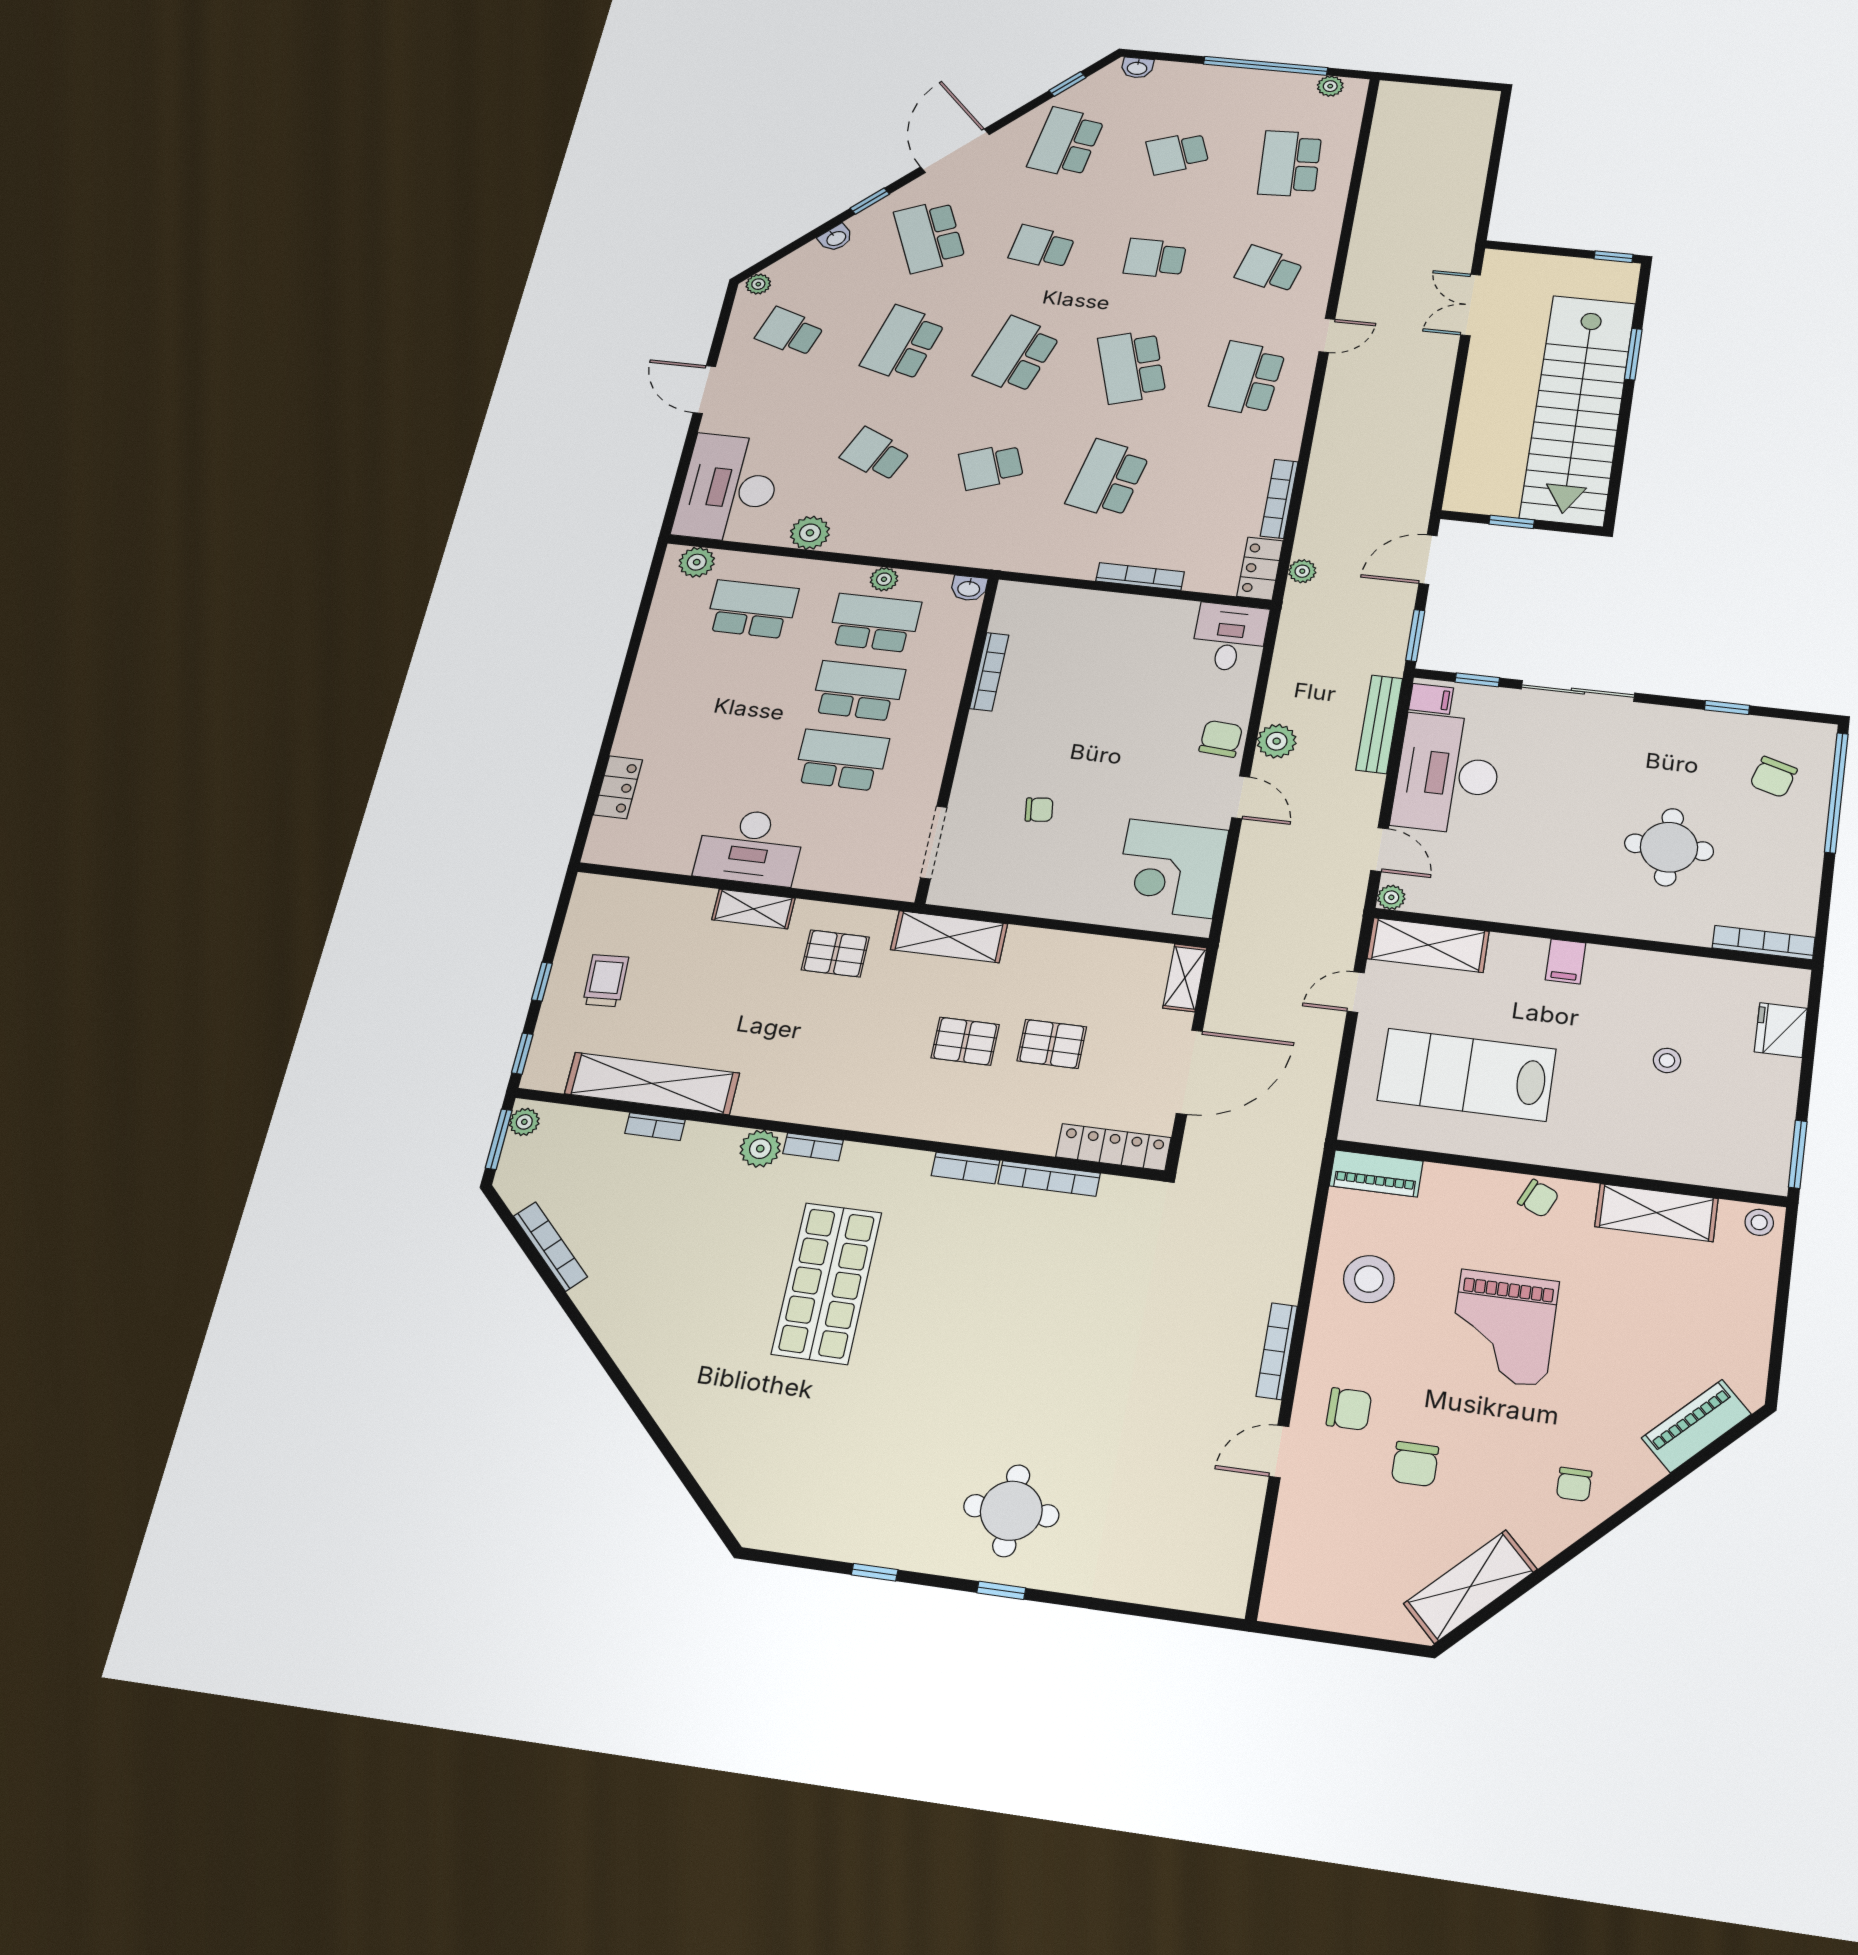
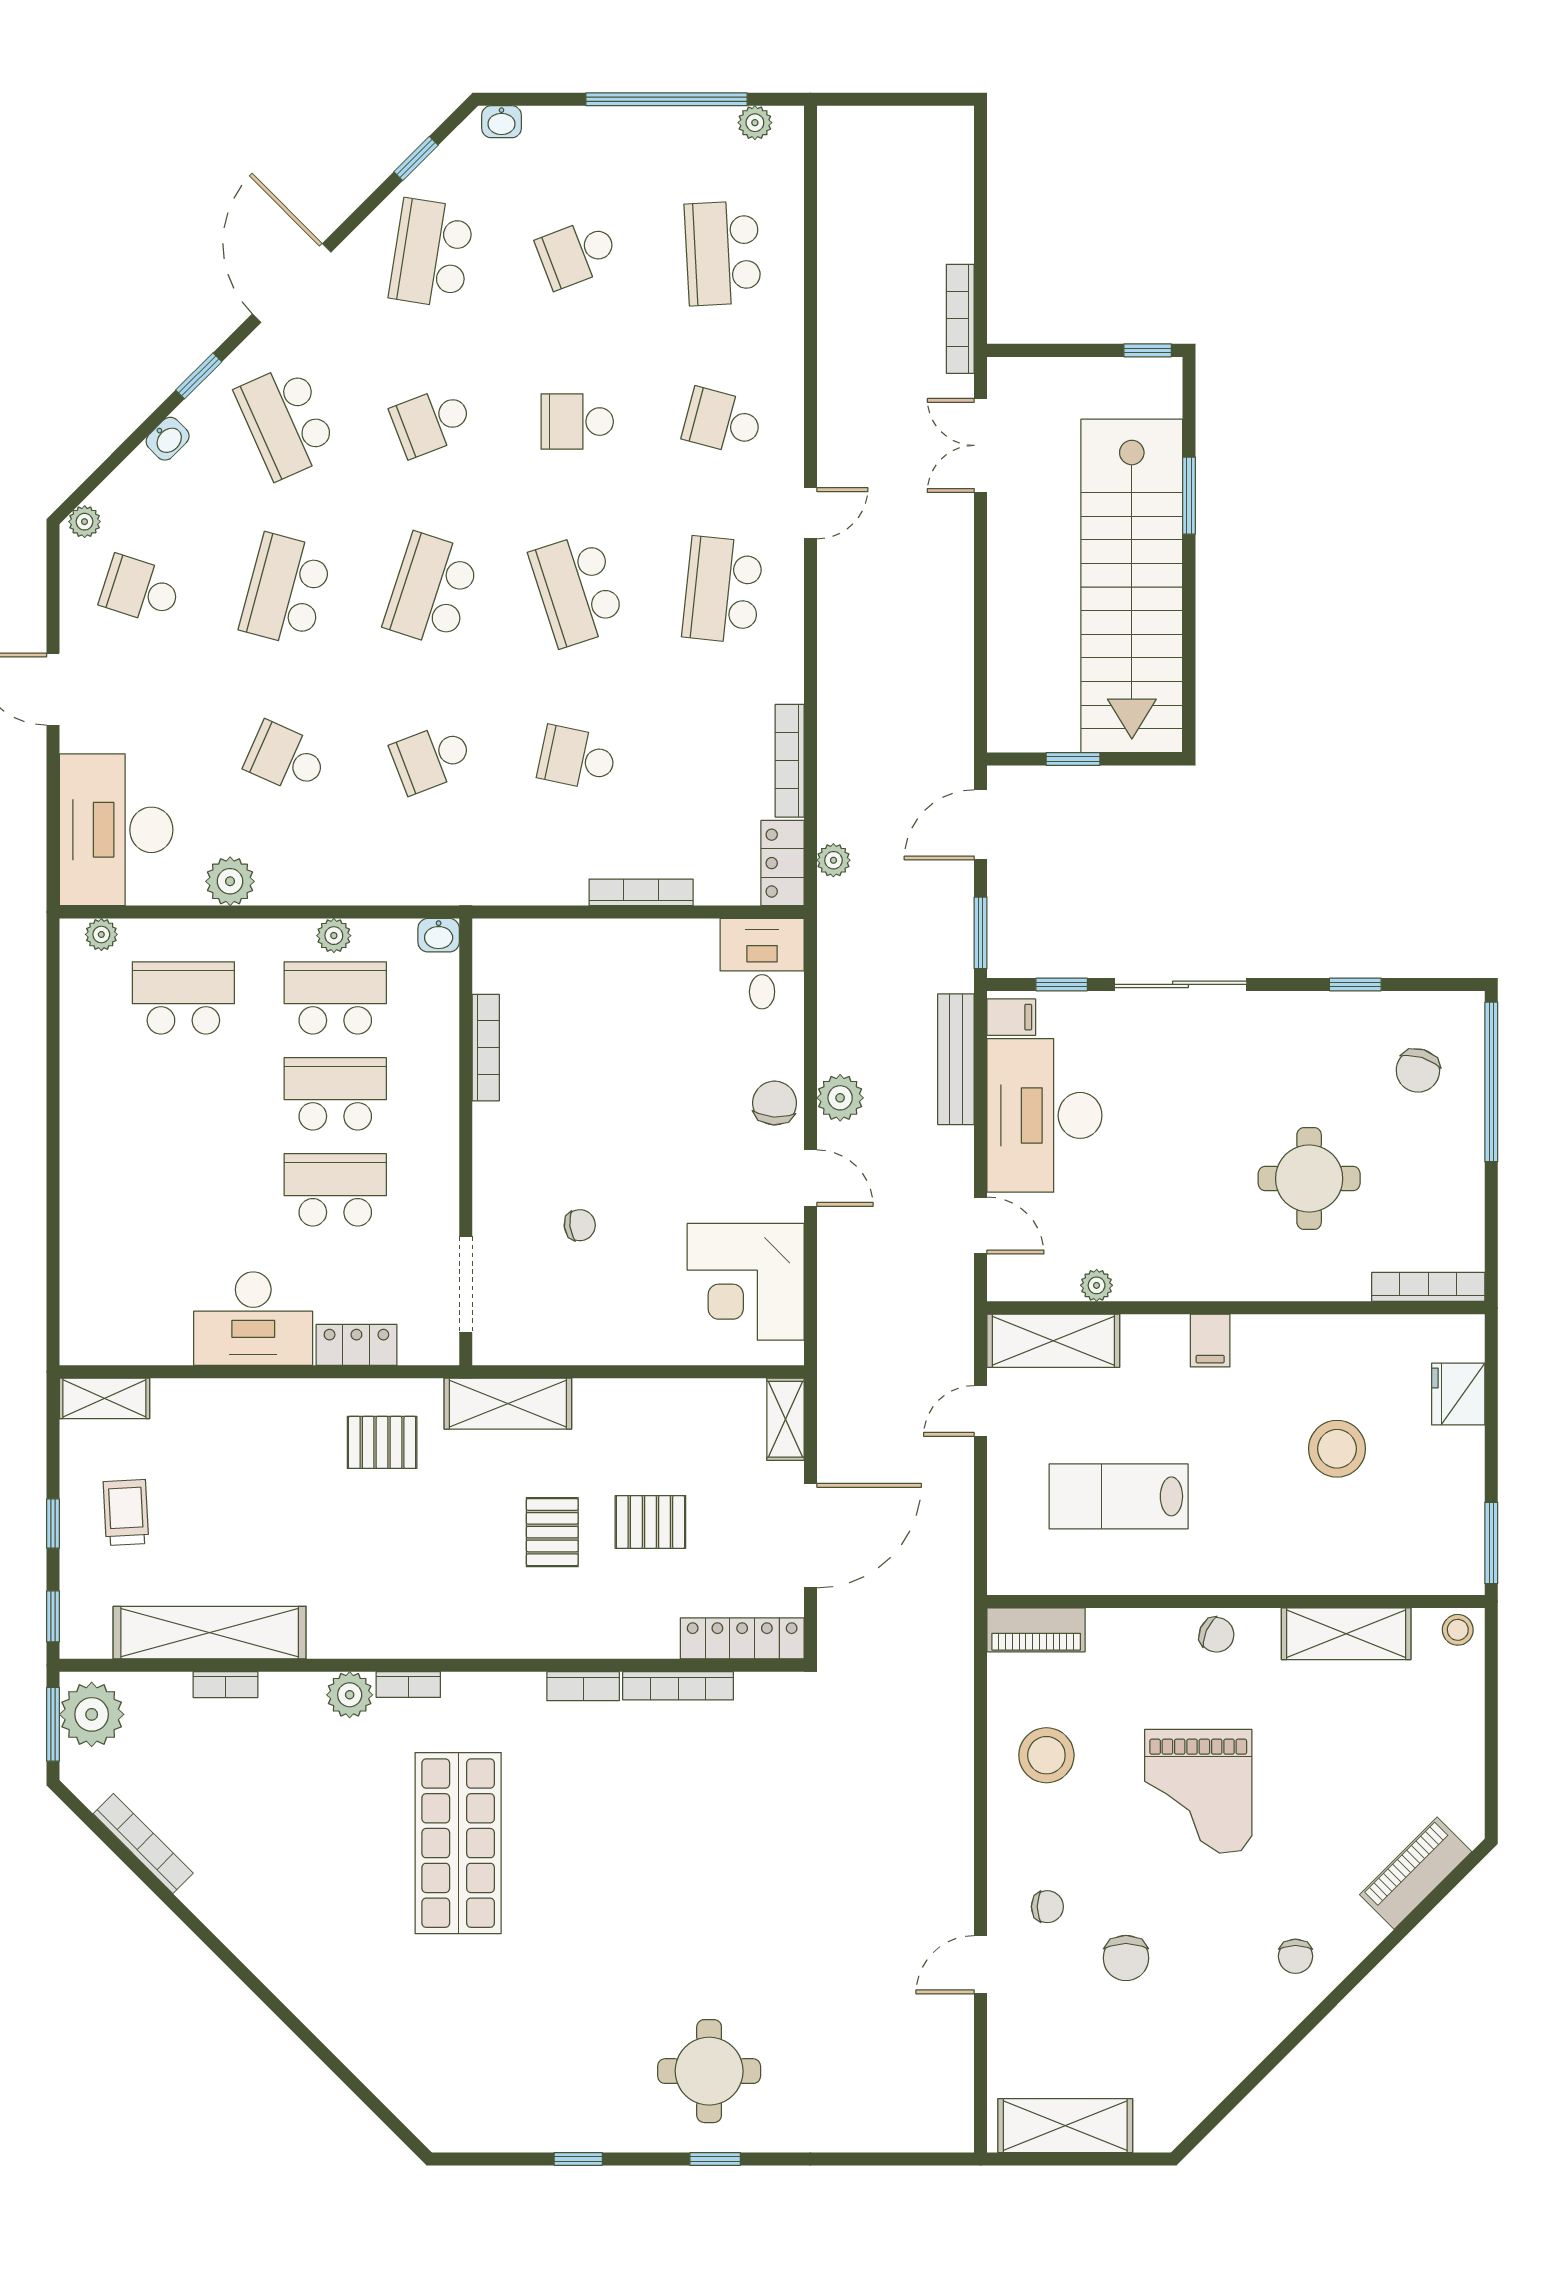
school desk: (1042, 247) -> (432, 422), turned -30
school desk: (1108, 479) -> (577, 758), width x0.54
plant: (697, 562) -> (101, 934), width x0.73, depth x0.73
locker: (618, 787) -> (356, 1345), moved, turned -90
plant: (1391, 897) -> (1097, 1285), moved
shelving: (753, 909) -> (104, 1398), moved
pallet: (965, 1041) -> (552, 1532), turned 90
stool: (1667, 1060) -> (1337, 1449), width x1.89, depth x1.89
lab bench: (1467, 1075) -> (1119, 1496), width x0.73, depth x0.72
plant: (524, 1122) -> (92, 1714), width x1.88, depth x1.88
bookcase: (1277, 1351) -> (960, 319), moved
chair: (1349, 1409) -> (1047, 1907), width x0.73, depth x0.73
shelving: (1470, 1586) -> (1065, 2126), moved, turned 45

